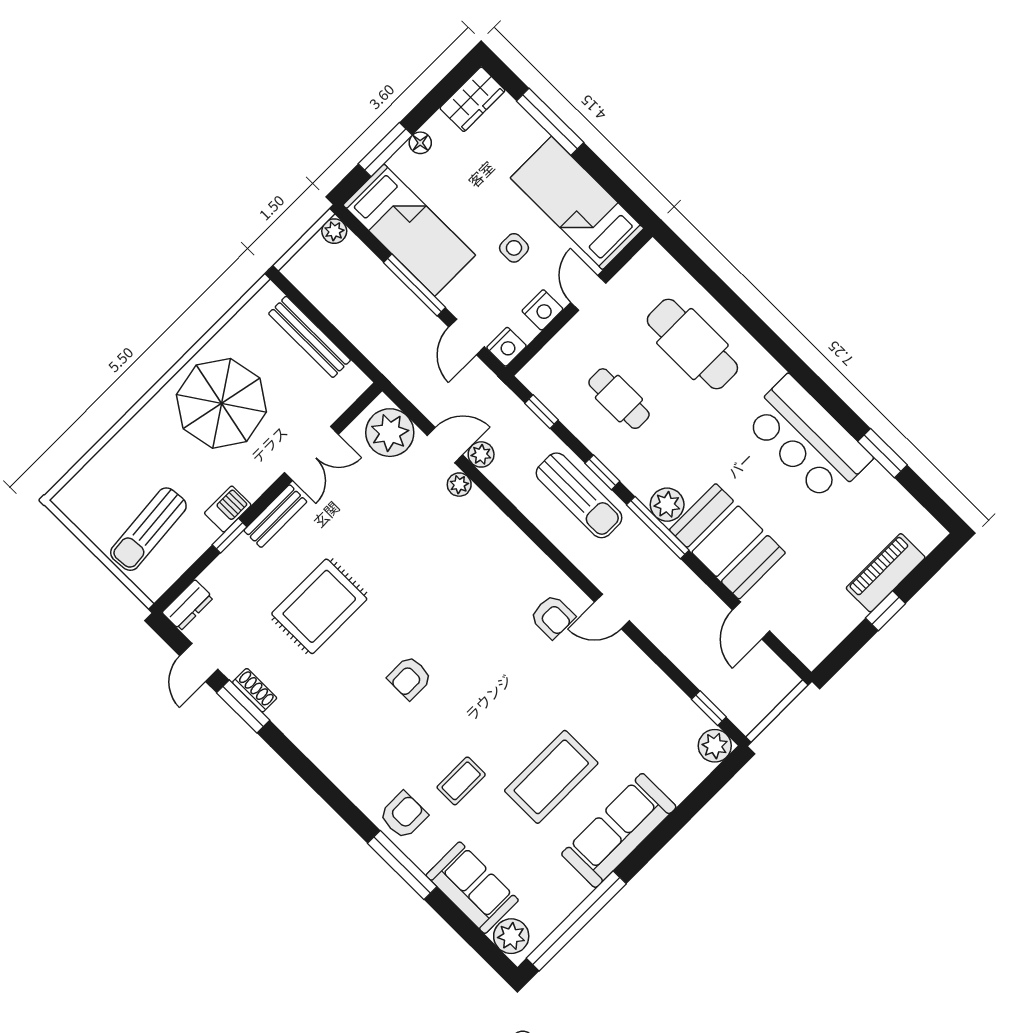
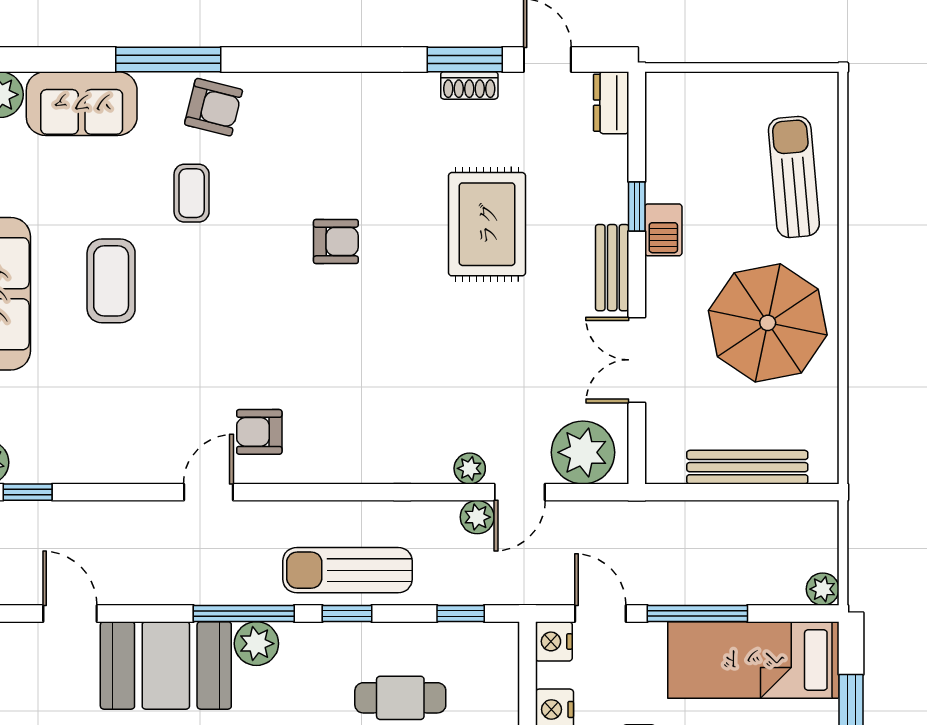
sun lounger: (148, 529) -> (794, 177), moved
armchair: (410, 678) -> (336, 242), turned 90
coffee table: (551, 777) -> (111, 281), width x0.73, depth x0.76
armchair: (403, 815) -> (214, 107), turned -76

